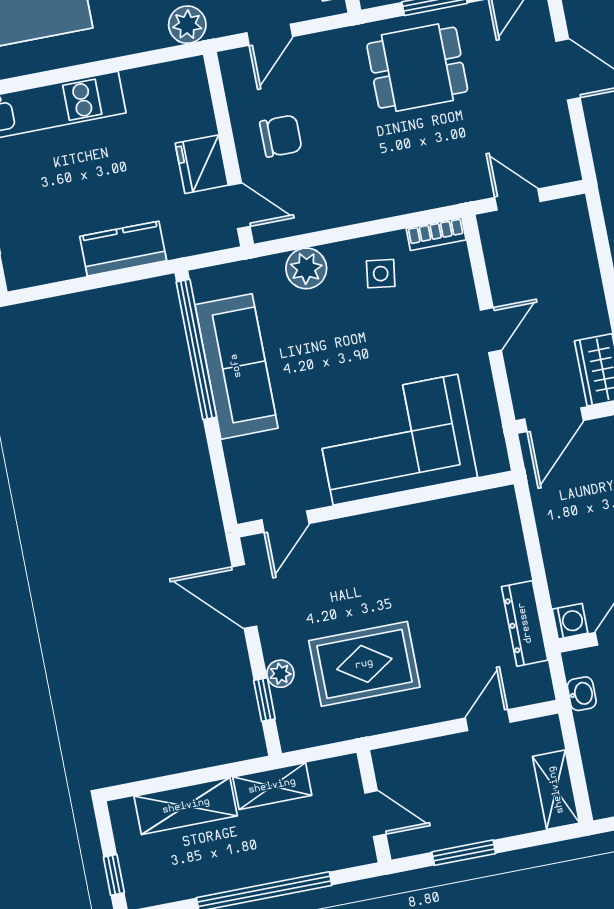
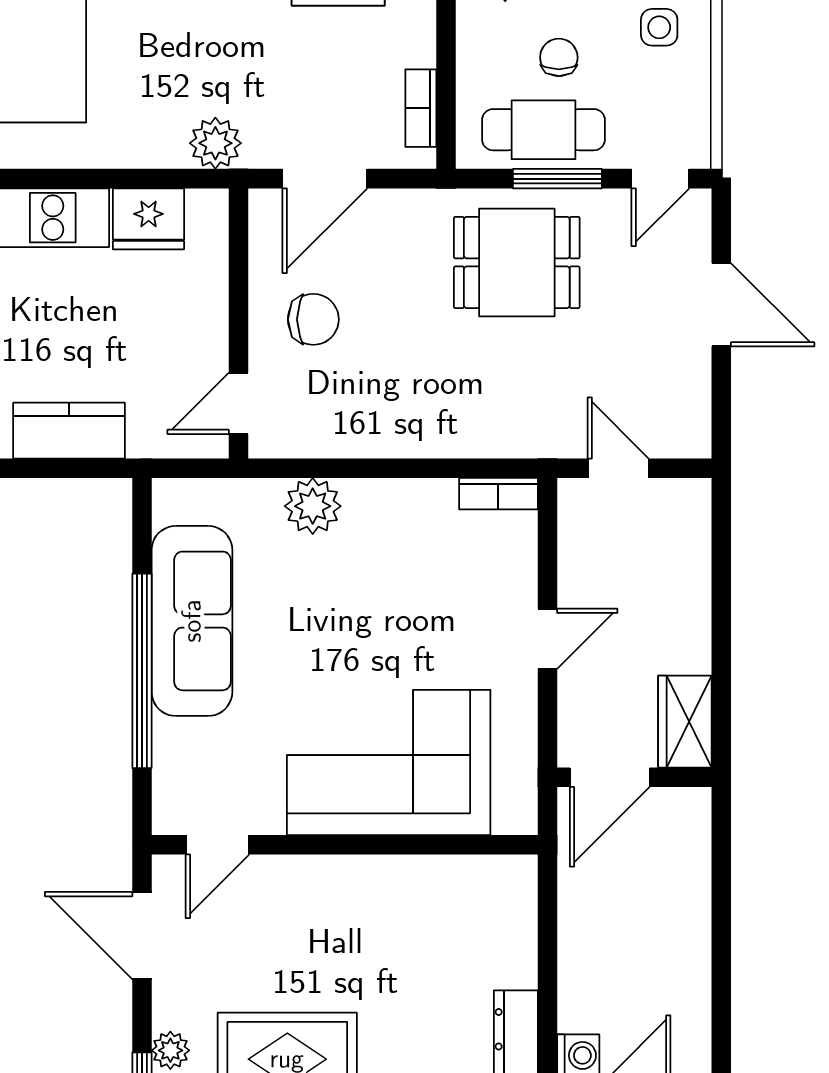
door: (270, 35) -> (325, 179), width x1.37
fridge: (202, 164) -> (149, 219), moved, turned -90
door: (239, 206) -> (238, 403), swing flipped
side table: (381, 274) -> (413, 533), removed
window: (196, 349) -> (142, 671), moved

